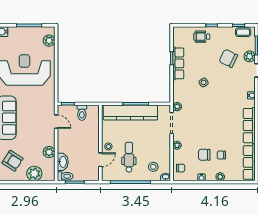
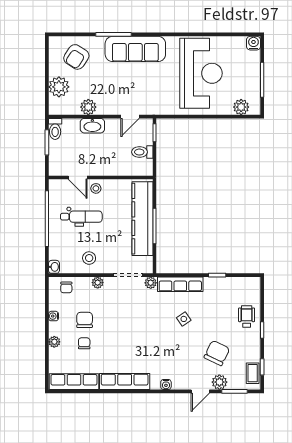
row of seats: (178, 63) -> (180, 284), moved
washbasin: (63, 162) -> (92, 126), moved
stool: (153, 167) -> (89, 258), moved

